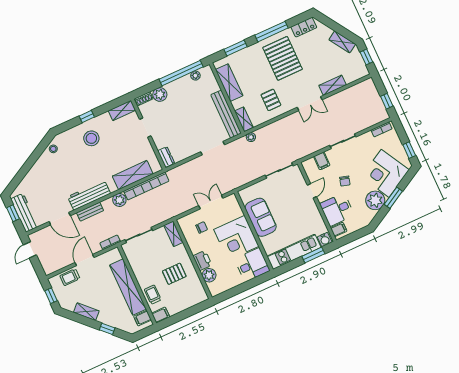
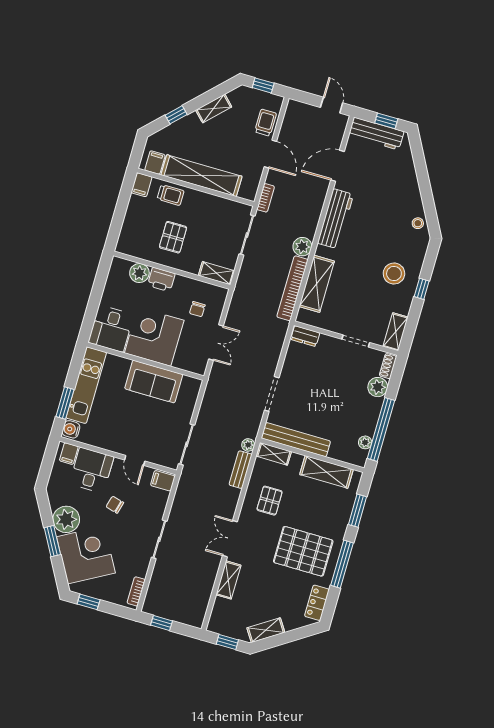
pallet: (271, 100) -> (270, 501), turned 90
filing cabinet: (322, 161) -> (163, 481), moved
bench: (90, 212) -> (241, 470), moved

